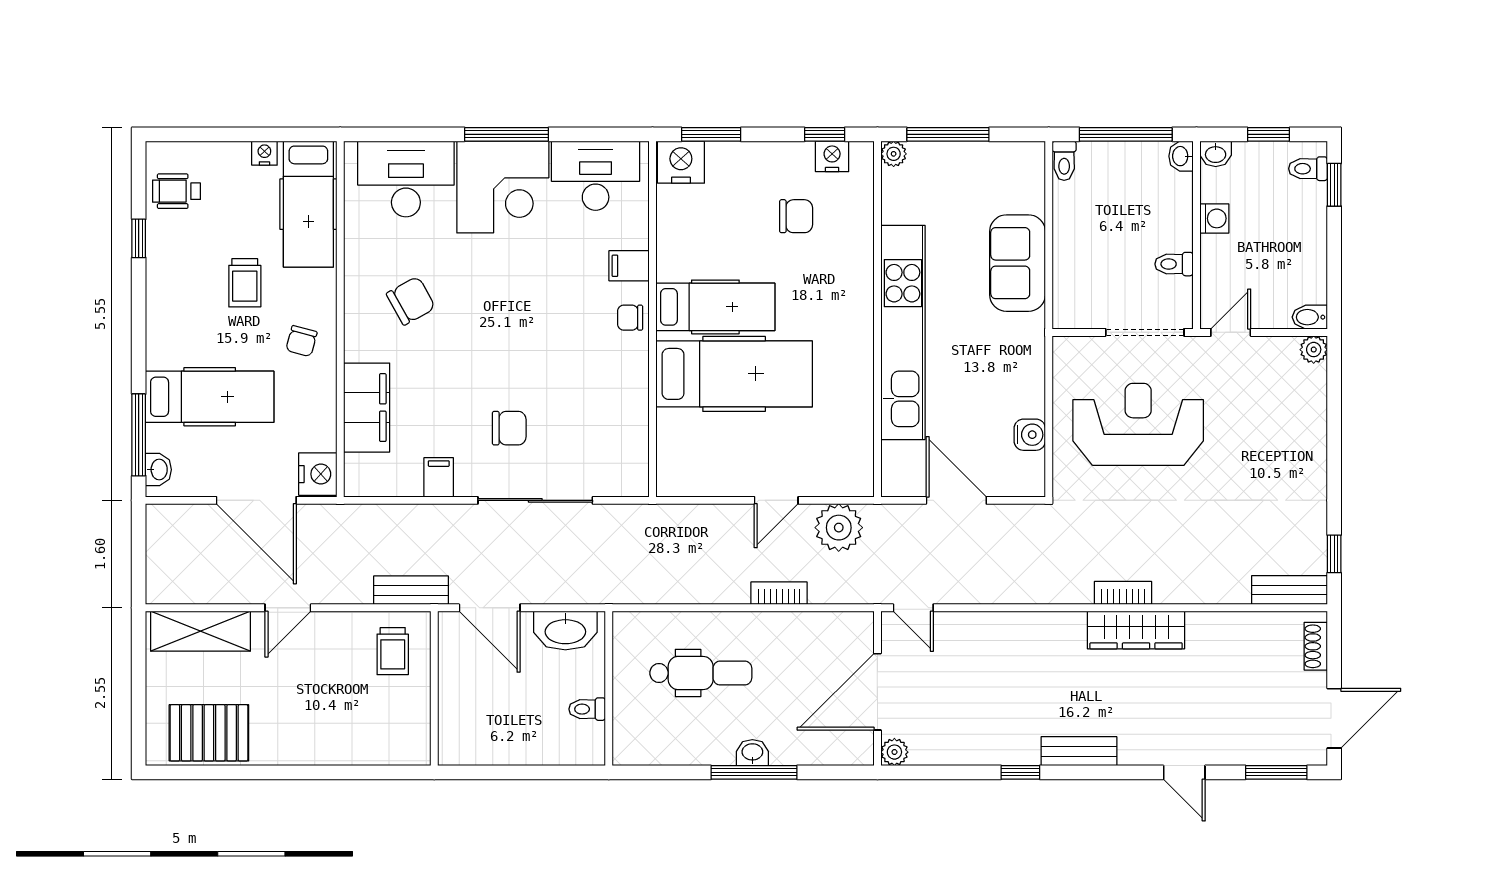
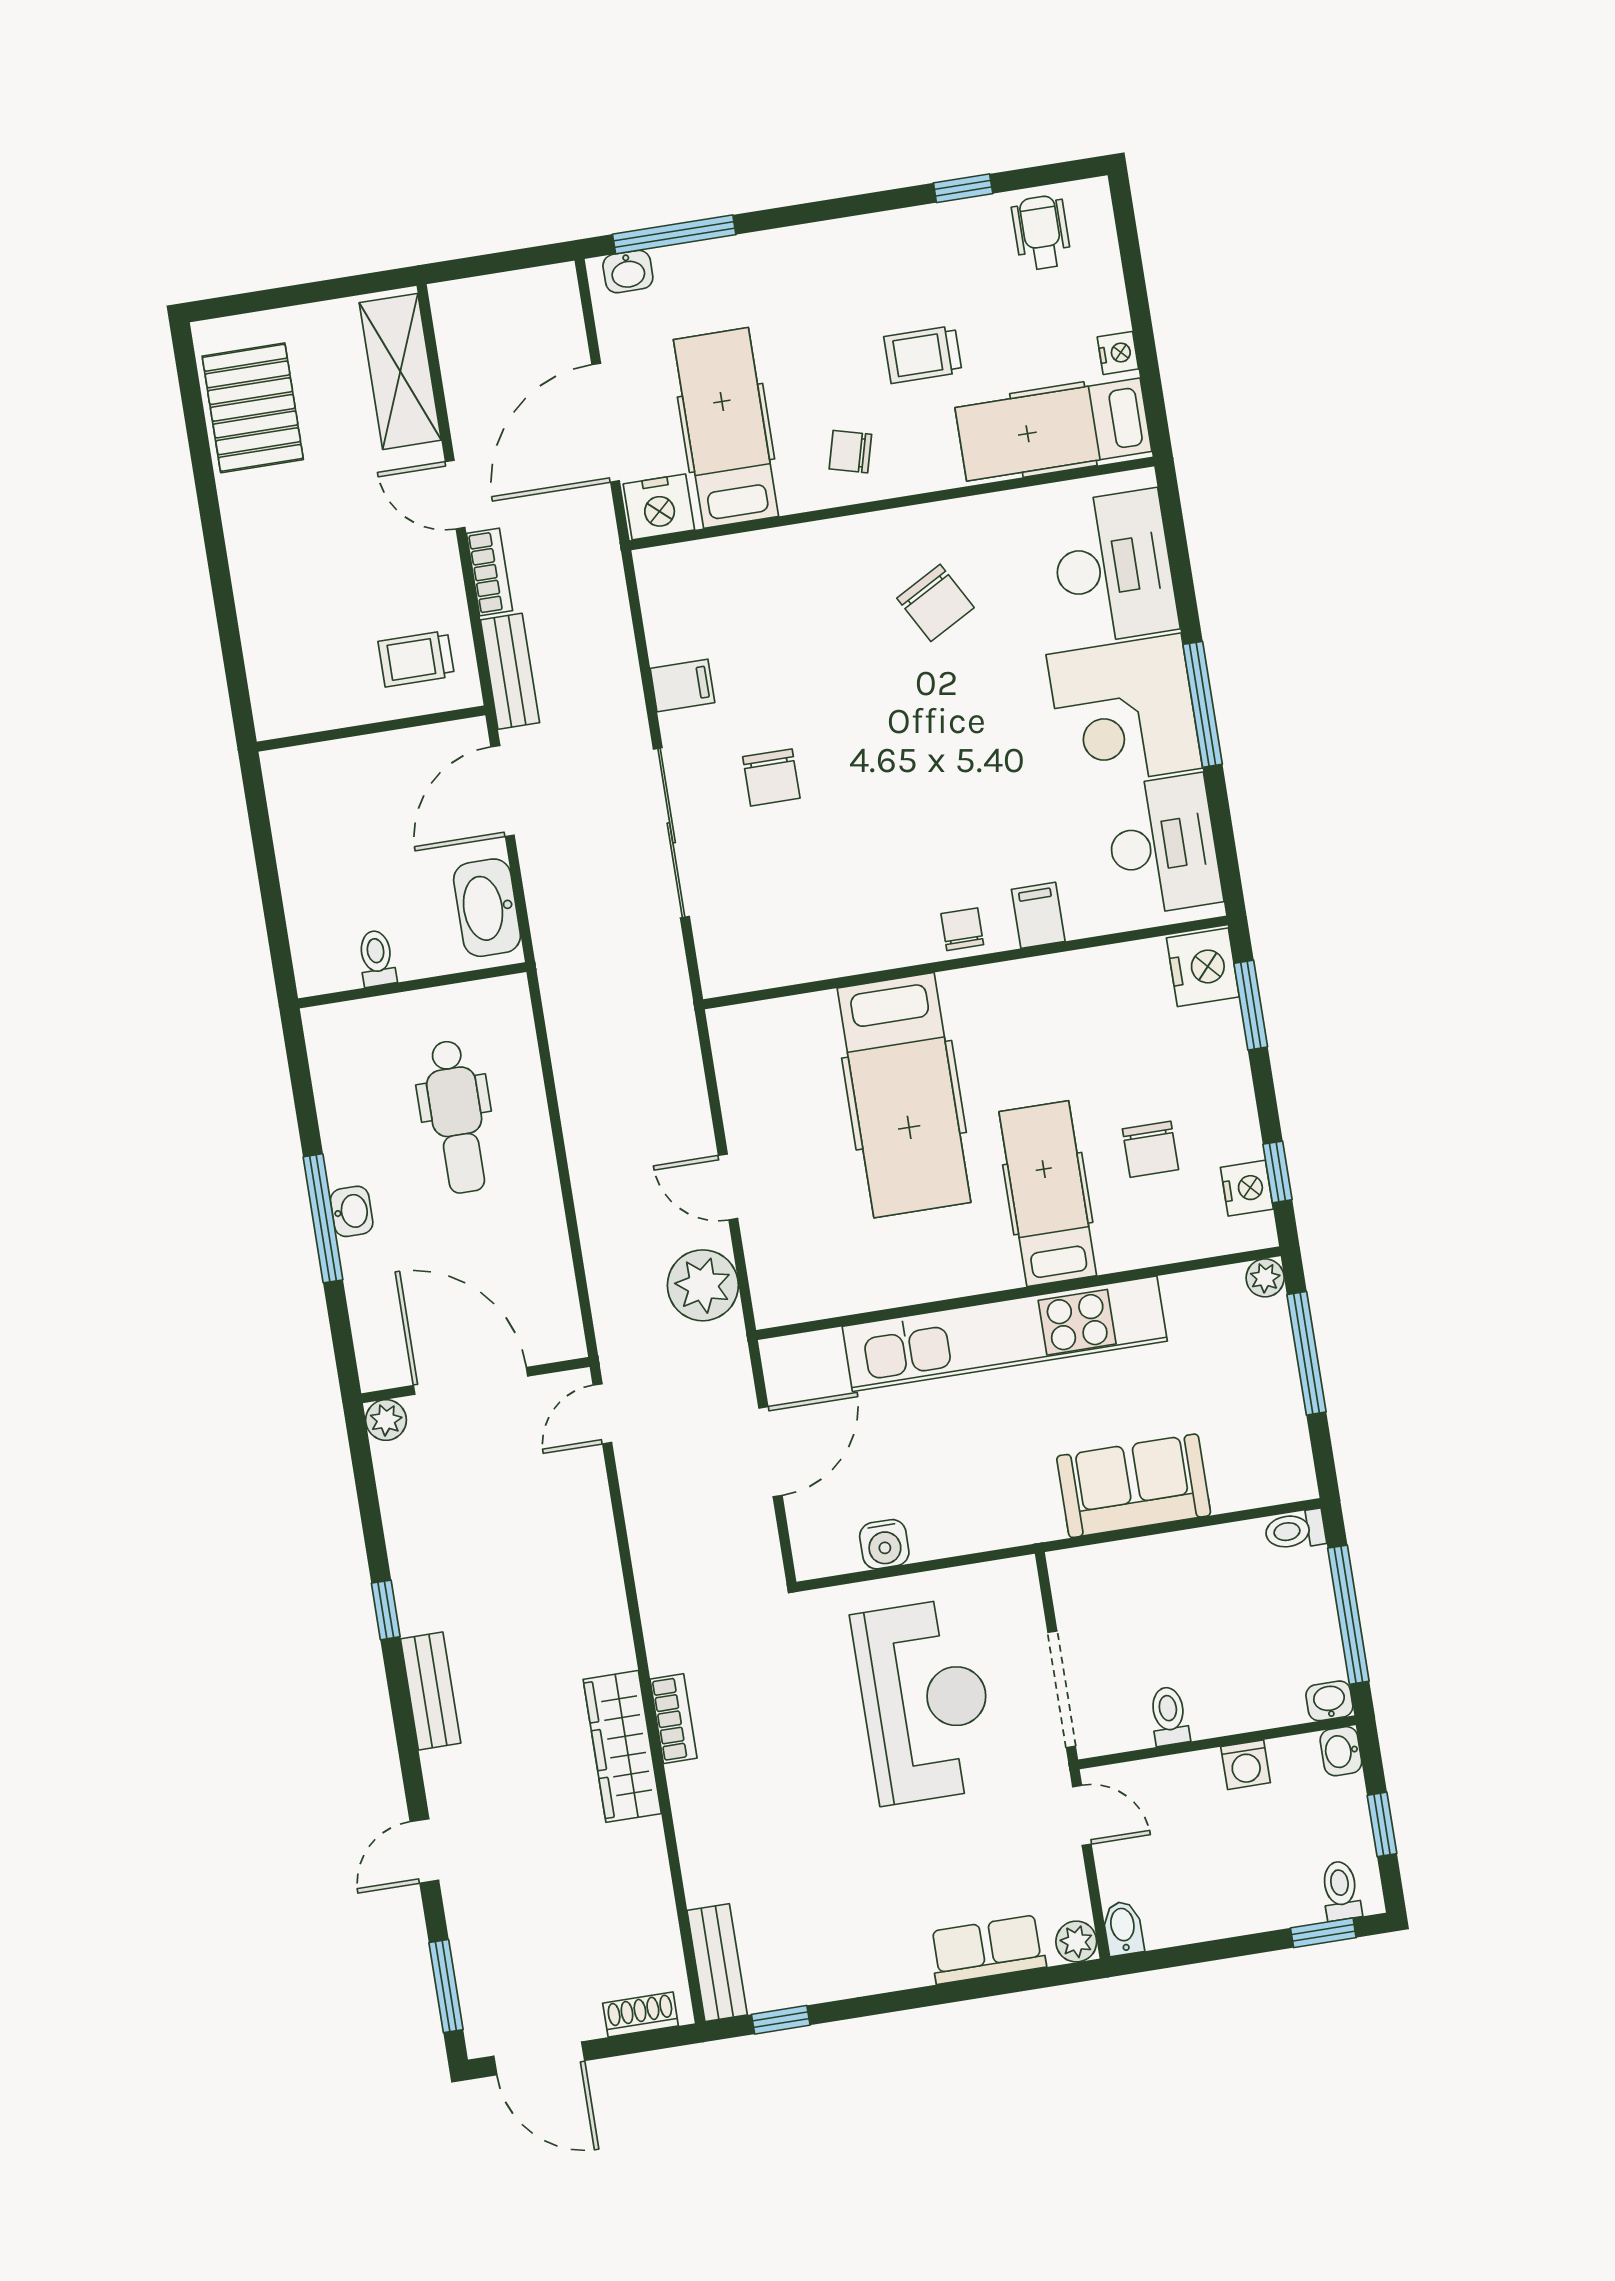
hospital bed: (715, 307) -> (1048, 1194), moved, turned 180
hospital bed: (210, 397) -> (726, 428), moved, turned 180
filing cabinet: (367, 408) -> (768, 563), removed
row of seats: (1309, 409) -> (987, 1949), added
bookcase: (779, 593) -> (490, 572), moved

